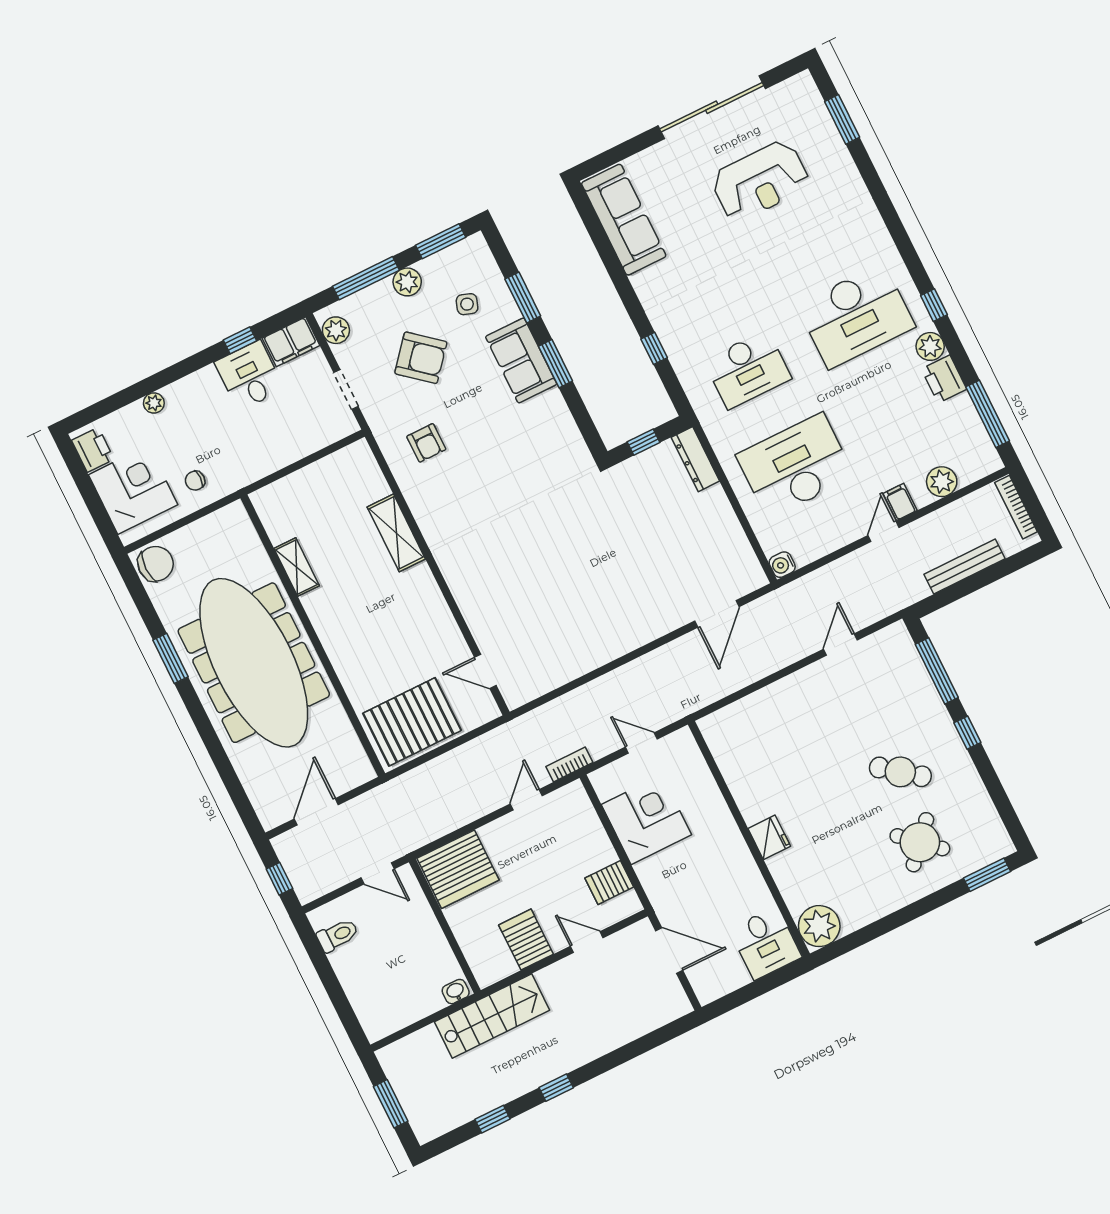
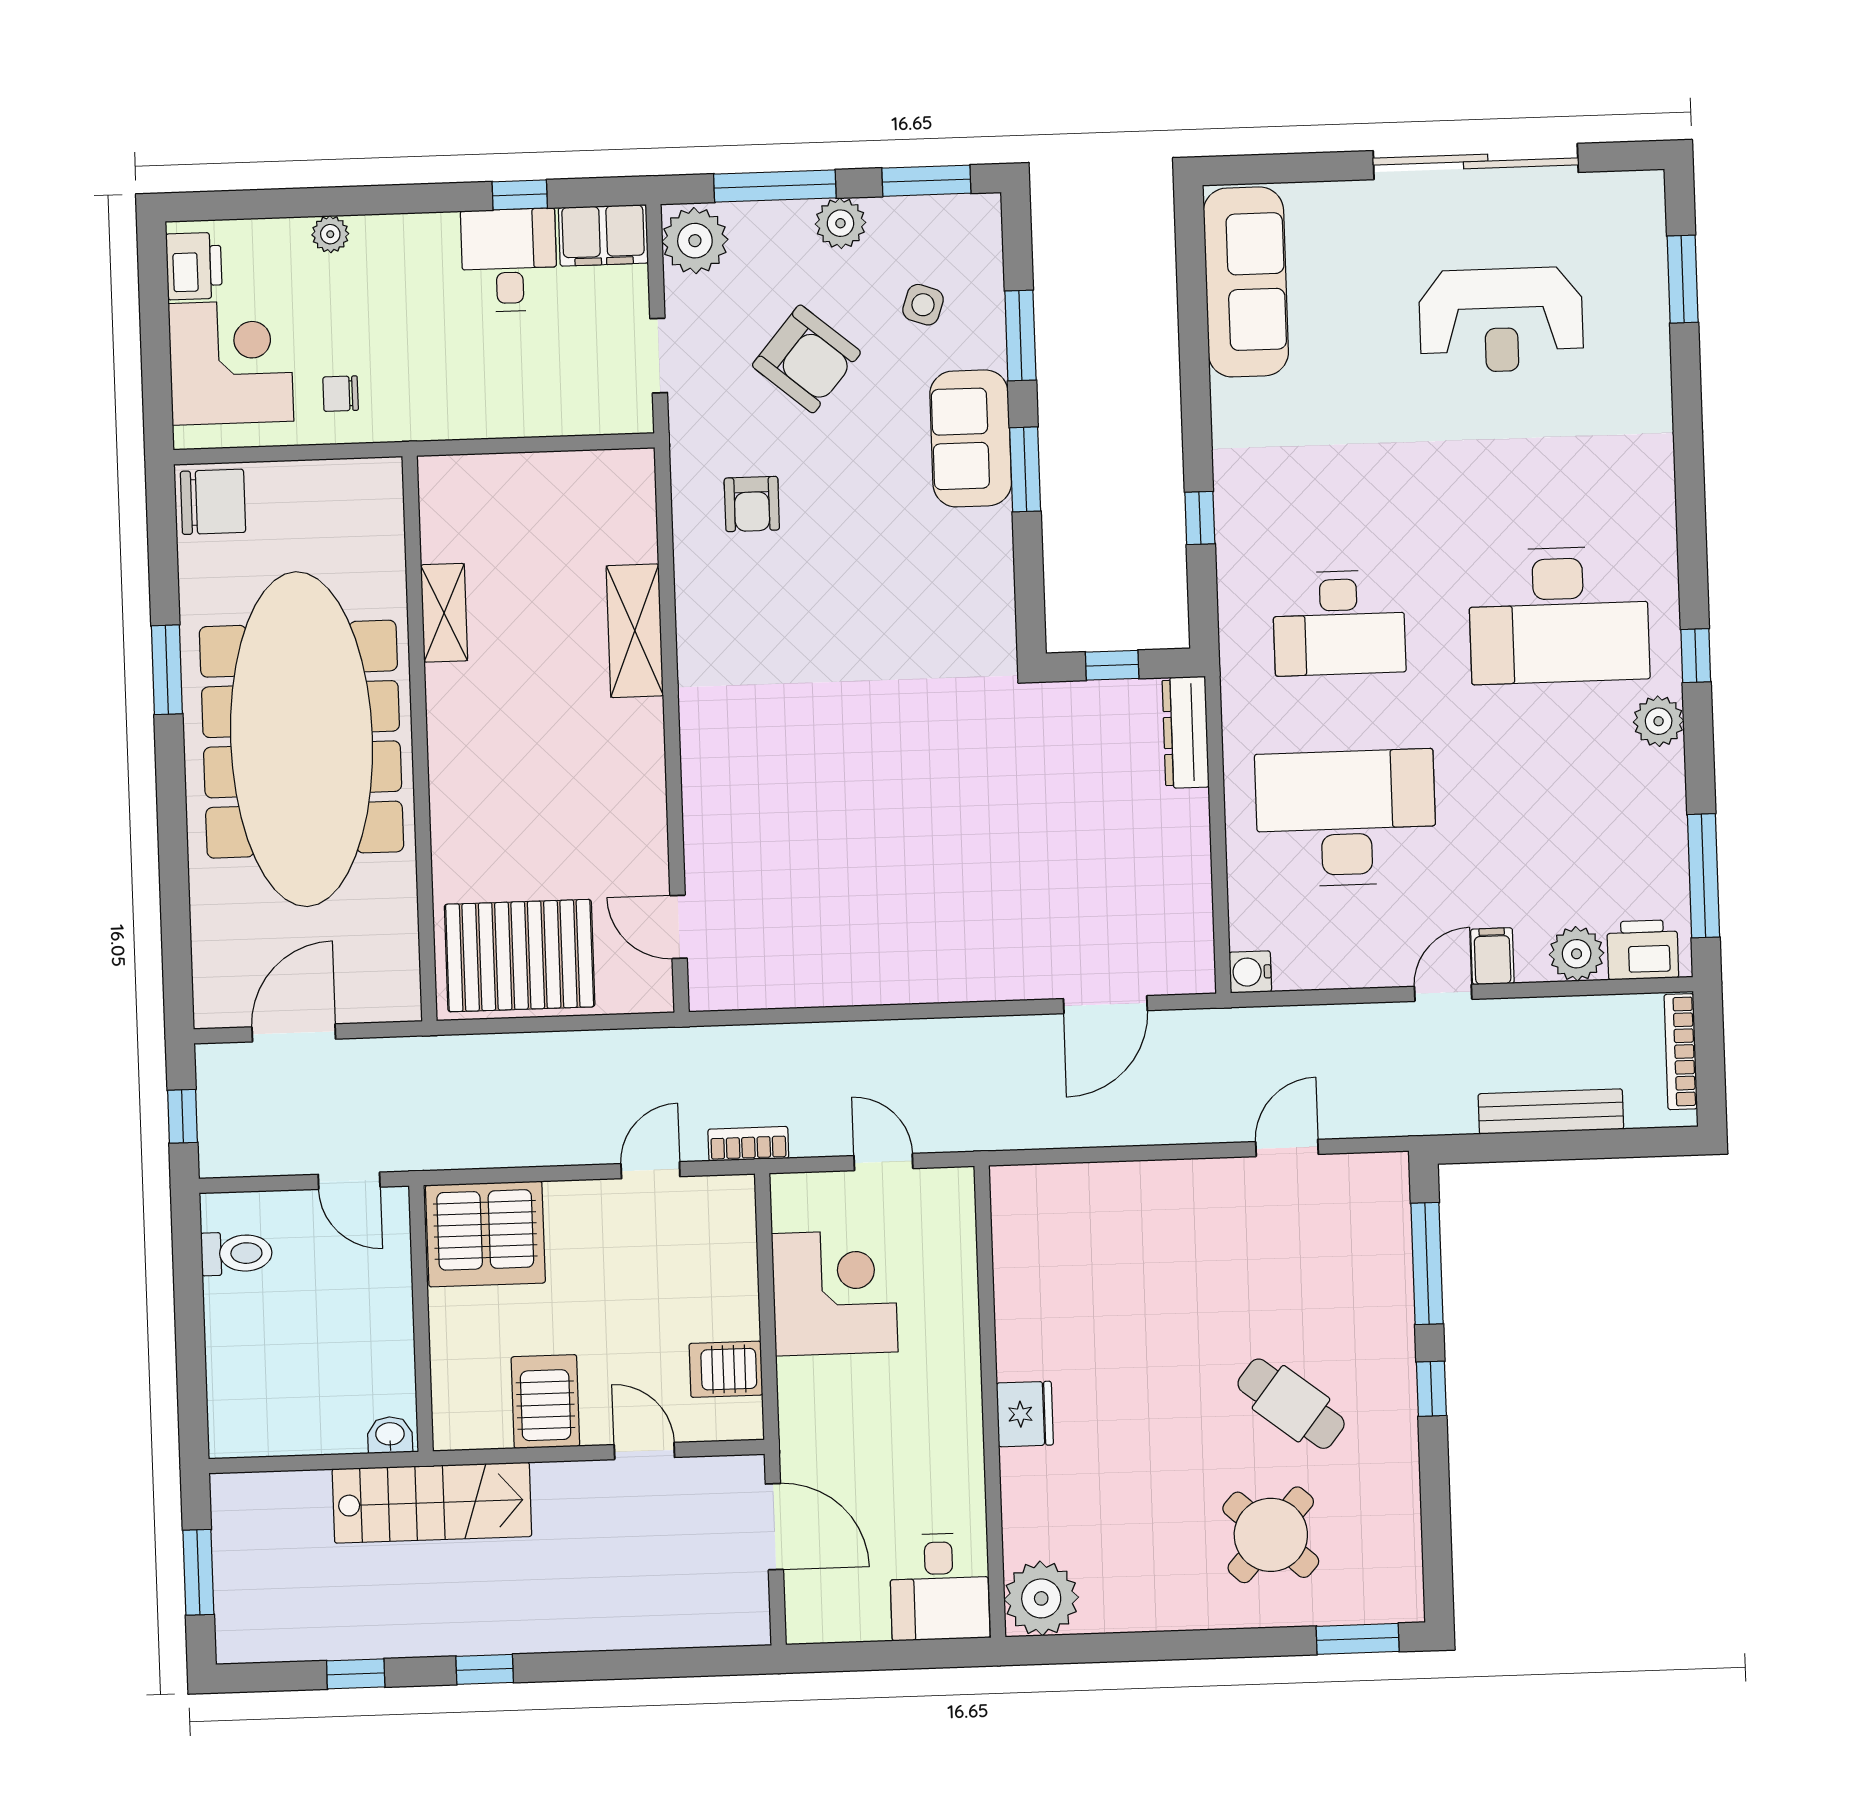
plant: (336, 330) -> (695, 241), width x1.36, depth x1.36
printer: (944, 379) -> (1643, 950), moved, turned 90

